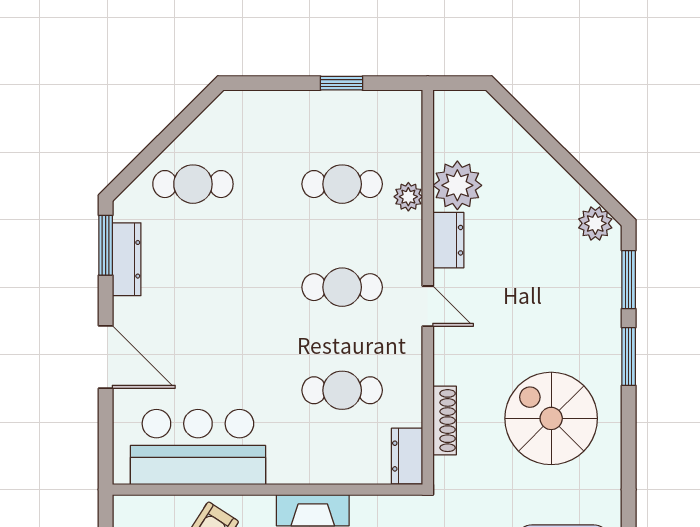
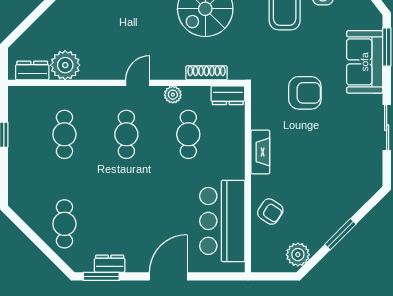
plant: (408, 197) -> (173, 95), moved
dresser: (448, 240) -> (32, 70), moved
dresser: (127, 259) -> (110, 264), width x0.70

